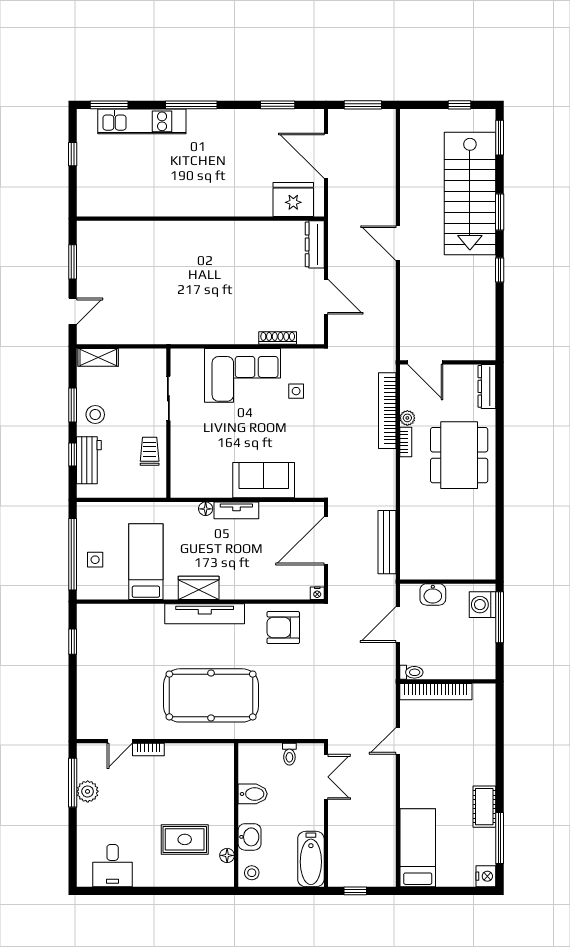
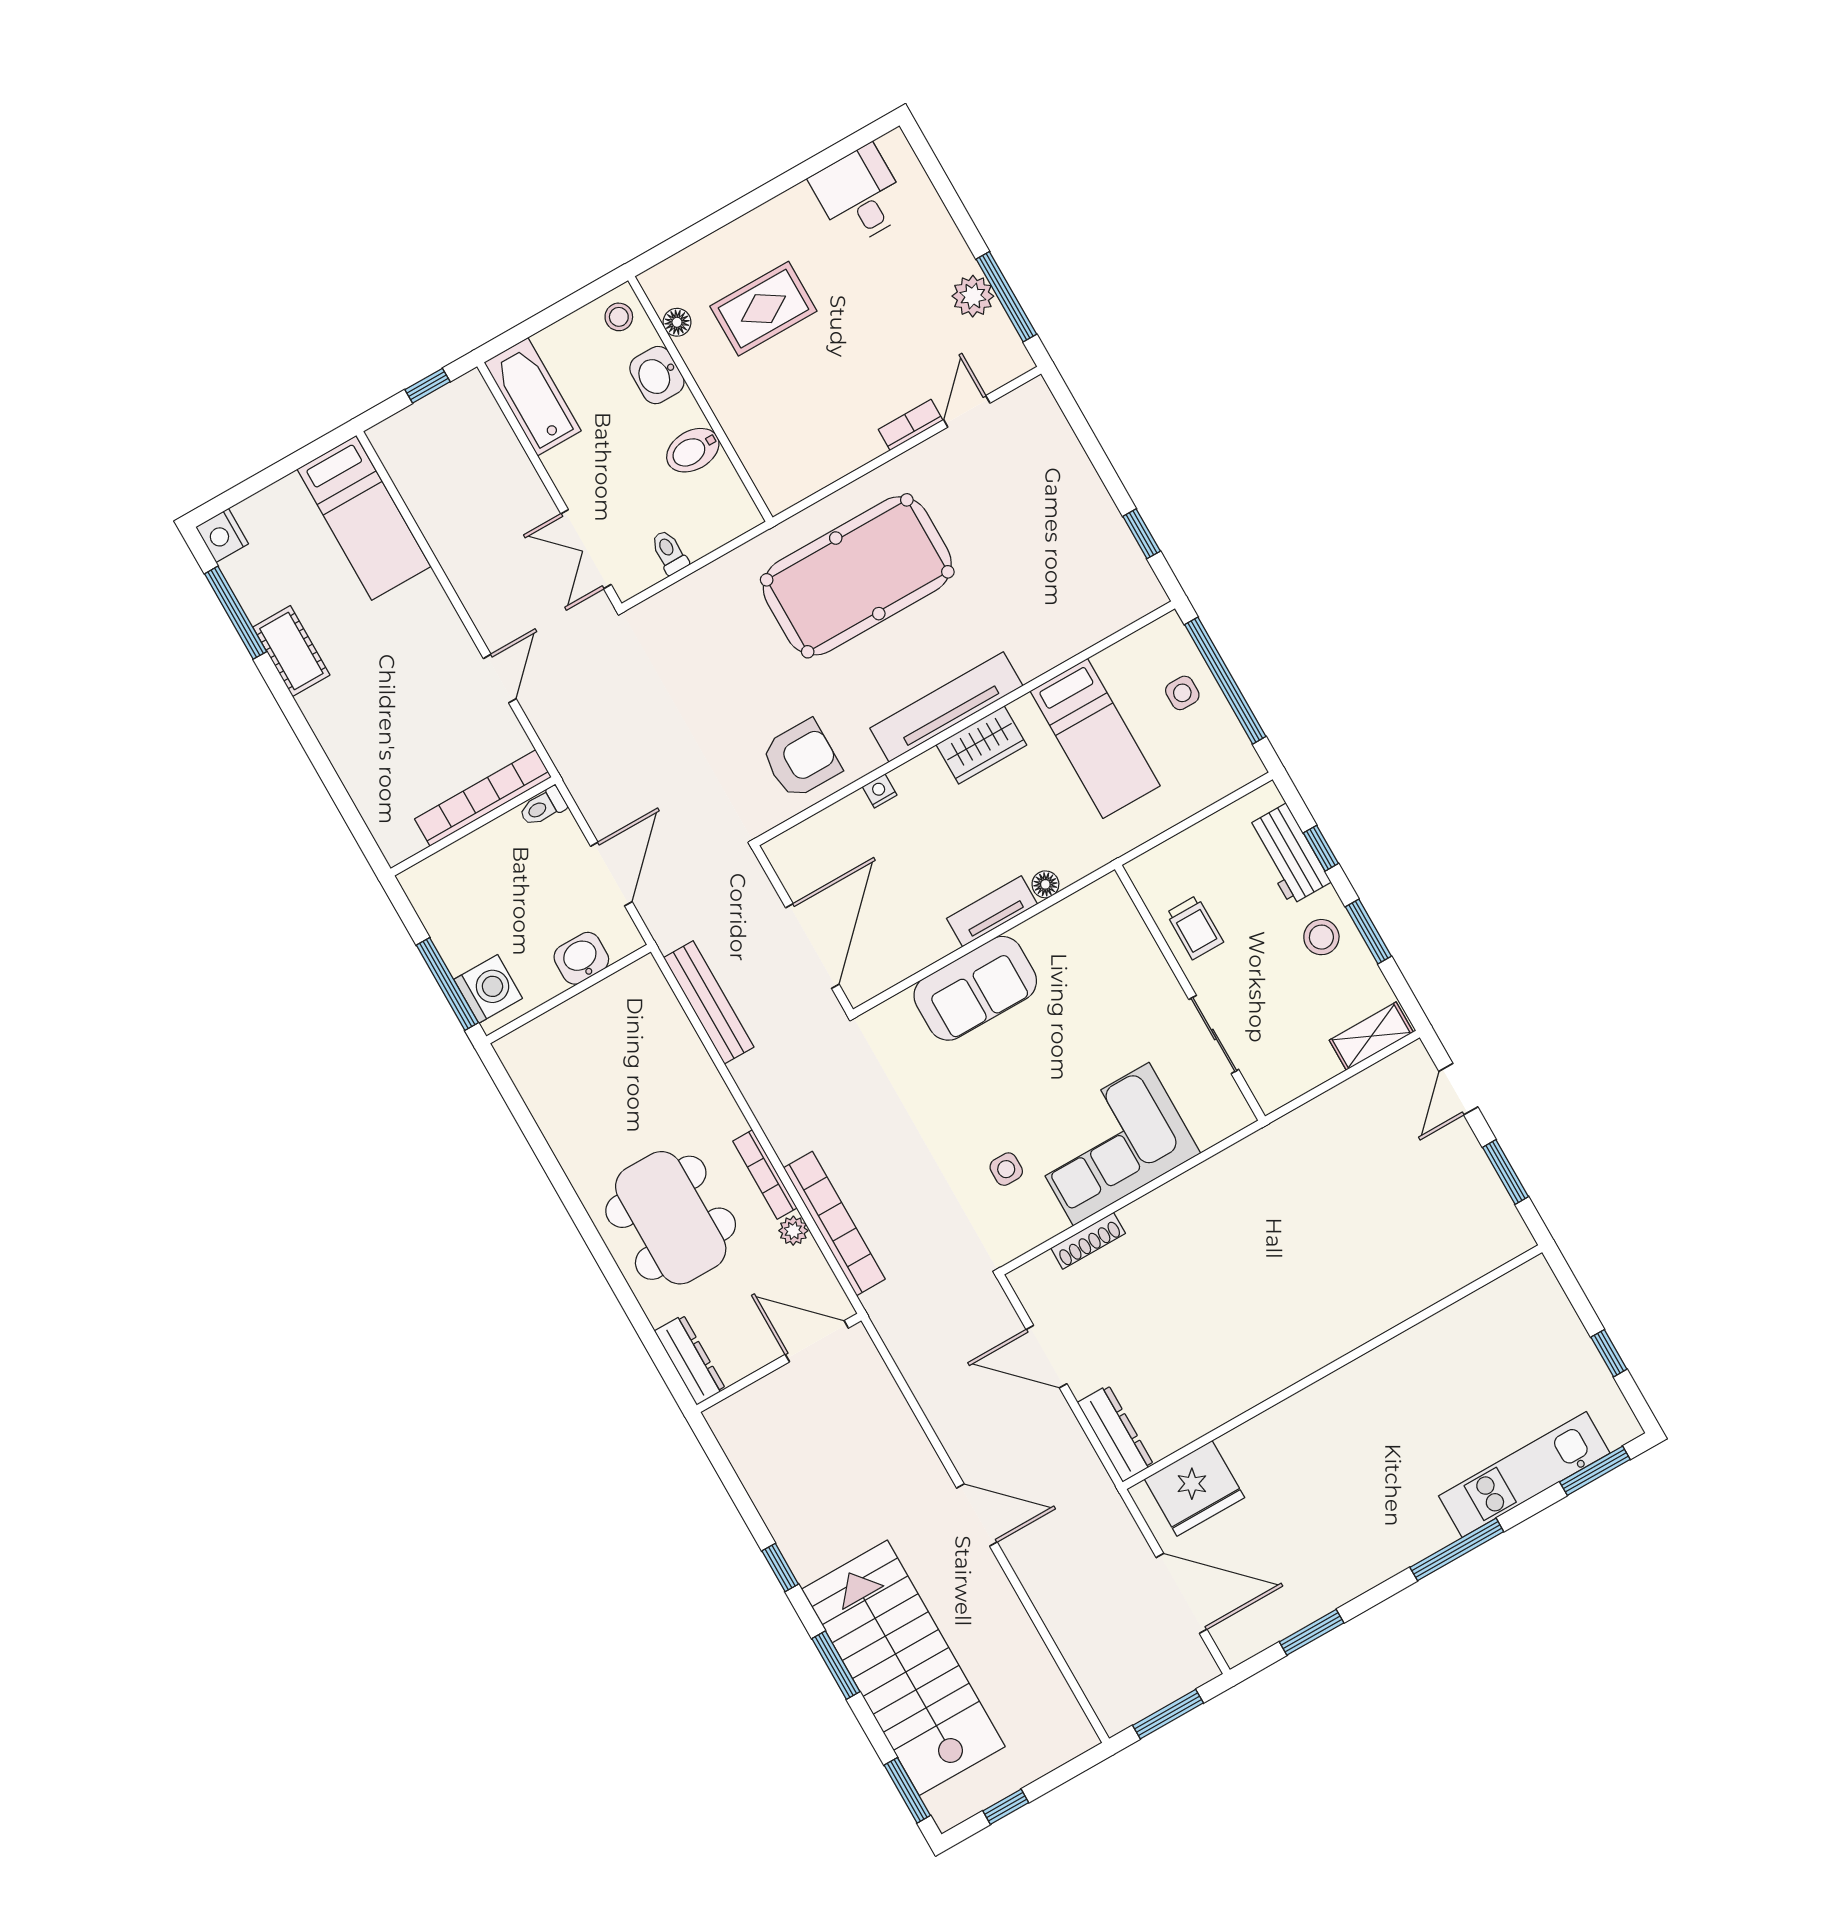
bookcase: (406, 442) -> (765, 1175), width x1.56
nightstand: (317, 593) -> (880, 791), moved

